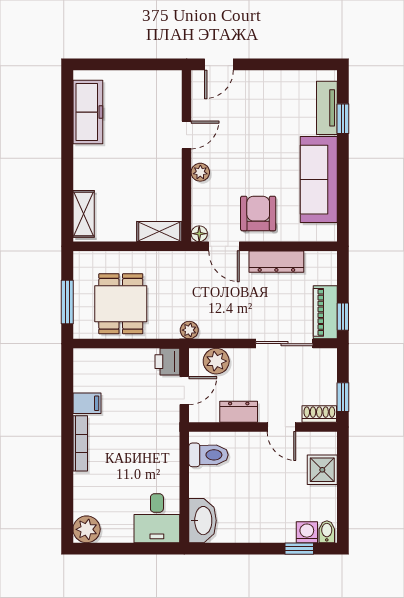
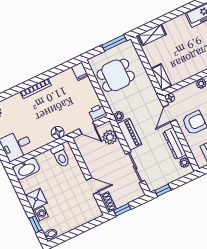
plant: (315, 260) -> (184, 163), added
window: (67, 302) -> (114, 43), moved
piano: (325, 312) -> (130, 134), moved, turned 90
filing cabinet: (87, 403) -> (80, 71), moved
dresser: (239, 412) -> (90, 161), removed
door: (281, 427) -> (92, 186), swing flipped
floor lamp: (168, 442) -> (58, 133), added
shower: (322, 470) -> (36, 199), moved
washing machine: (307, 532) -> (41, 214), moved

